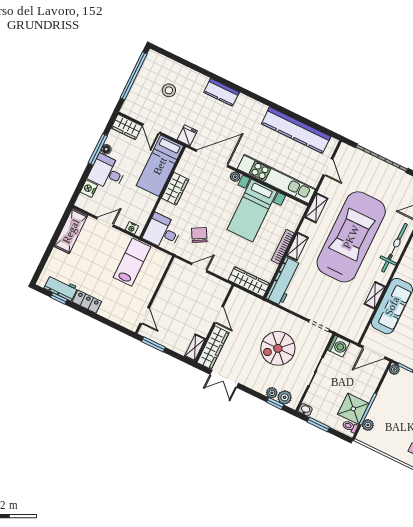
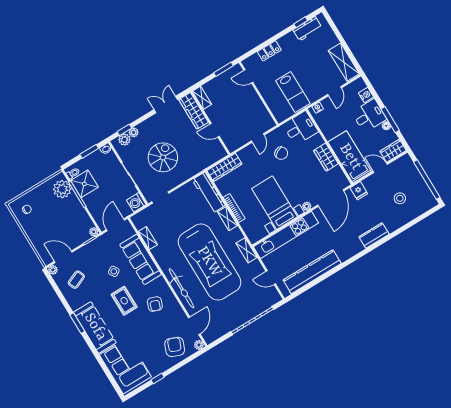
shelving: (375, 295) -> (148, 238), moved
locker: (87, 302) -> (269, 51), moved
plant: (368, 425) -> (62, 189), width x1.87, depth x1.87

